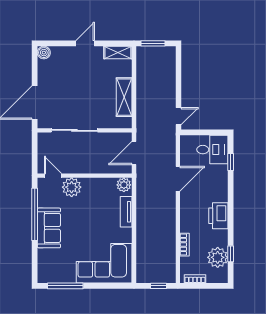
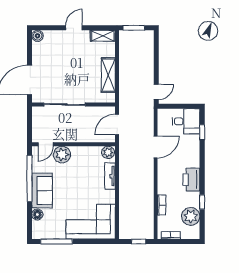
door: (53, 176) -> (46, 144), swing flipped
window: (231, 254) -> (202, 202), moved
floor lamp: (44, 255) -> (37, 214), added

